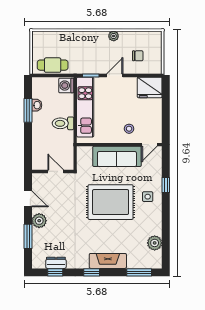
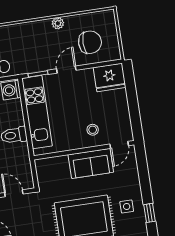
chair: (138, 56) -> (90, 42), width x1.87, depth x1.87
sofa: (117, 156) -> (91, 163), width x0.73
window: (166, 185) -> (149, 213), moved

